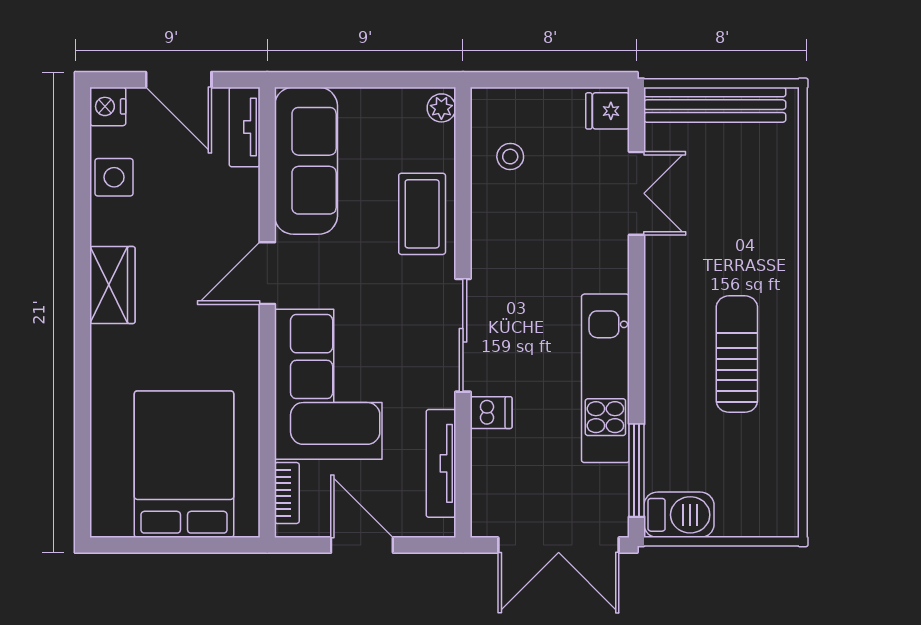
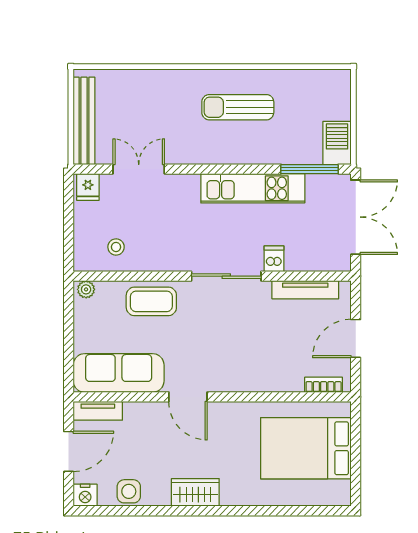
corner sofa: (328, 384) -> (257, 359), removed

